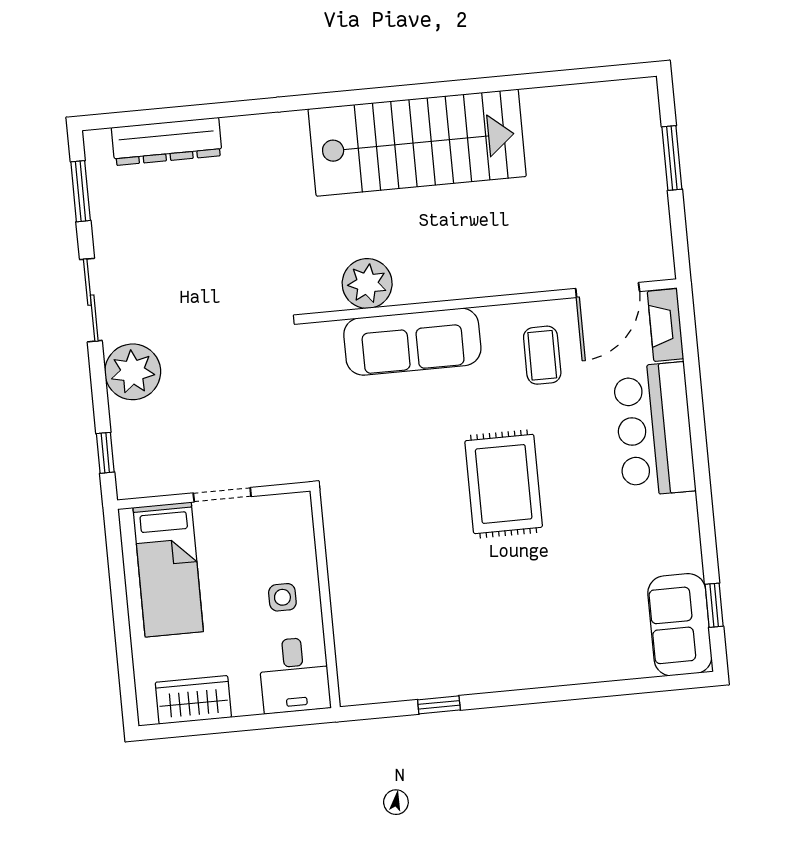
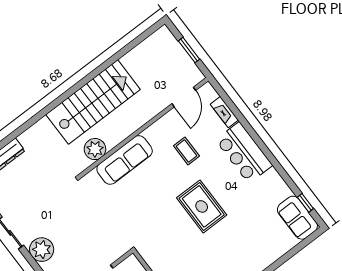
plant: (367, 284) -> (95, 149), moved
door: (608, 290) -> (184, 97), moved
wall: (490, 301) -> (144, 128), moved
sofa: (412, 342) -> (125, 160), moved

